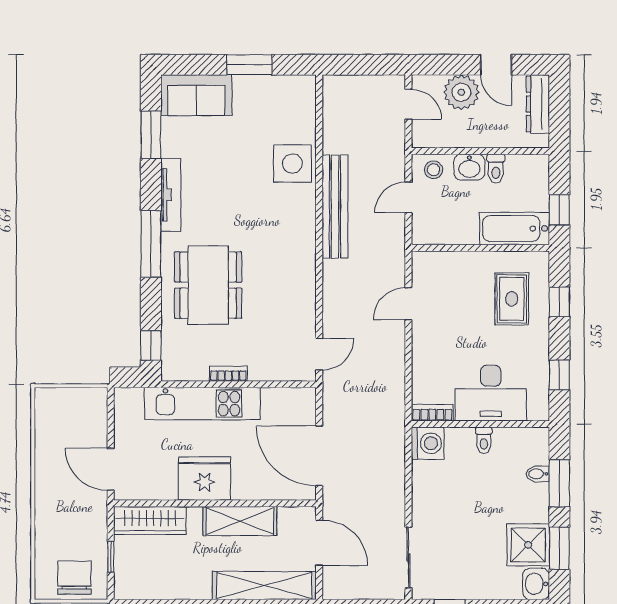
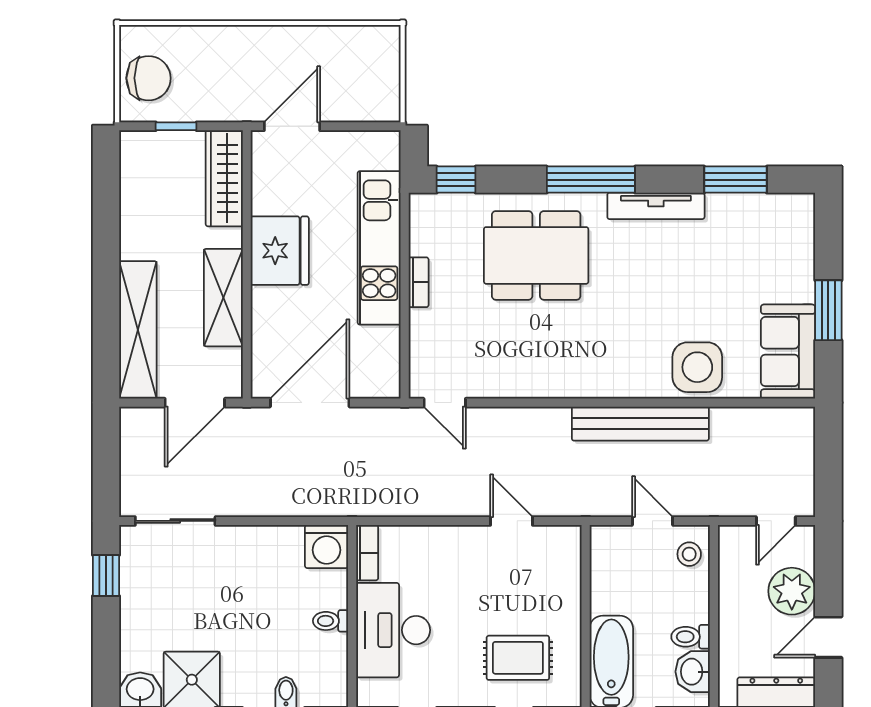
sofa: (196, 95) -> (788, 352), moved
washbasin: (469, 167) -> (693, 672), moved

